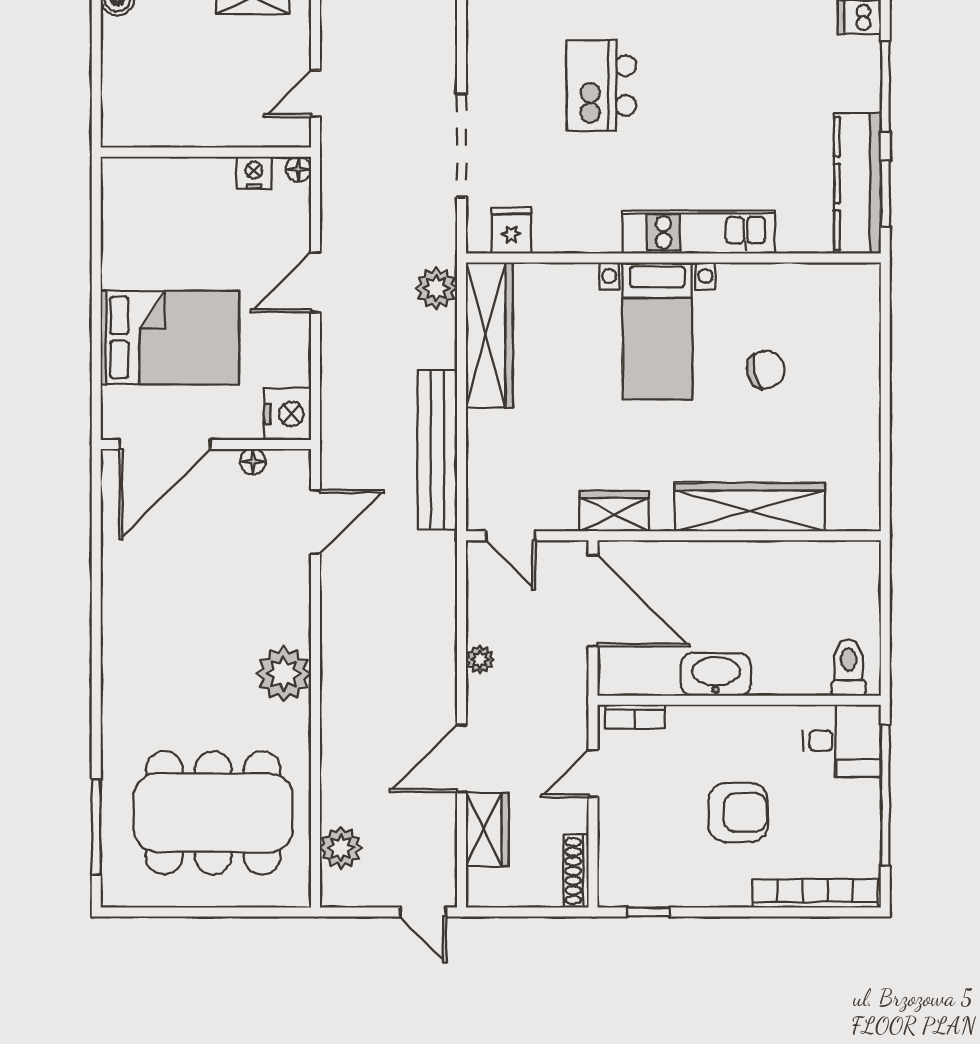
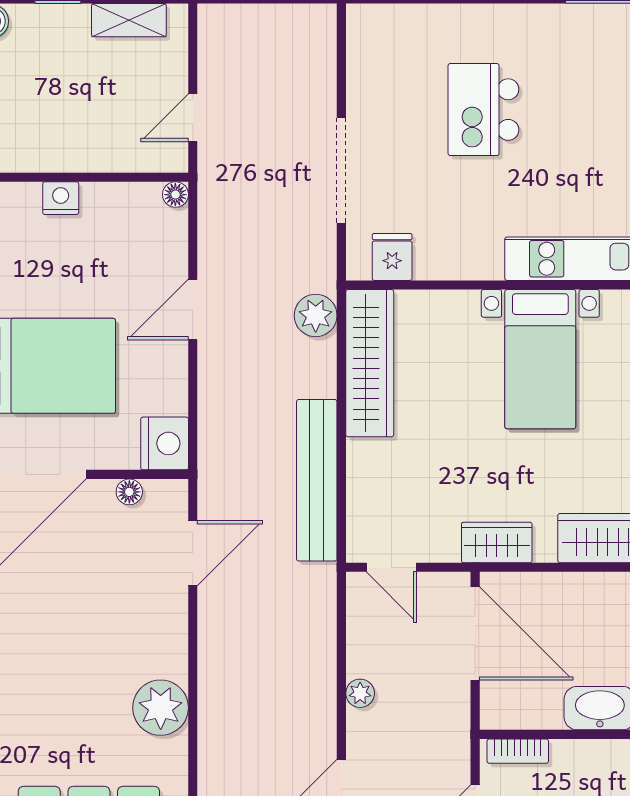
nightstand: (254, 173) -> (61, 198), moved

